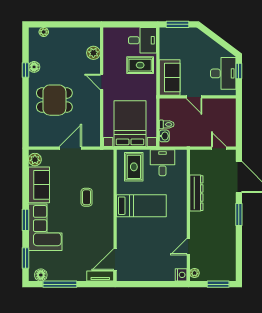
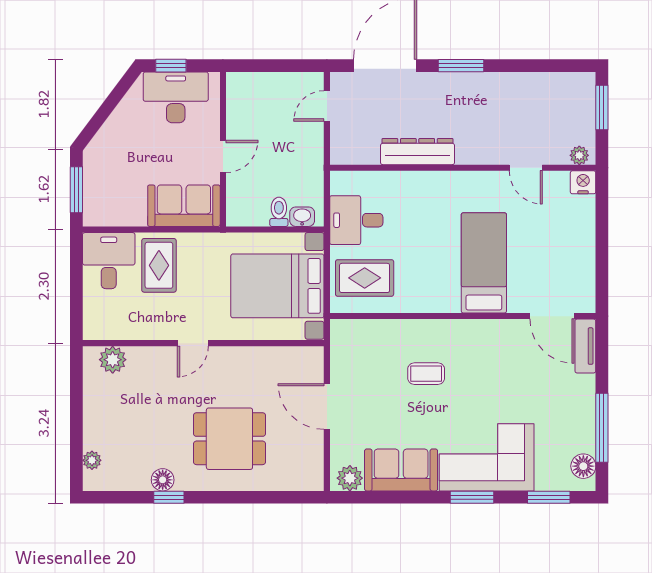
plant: (93, 53) -> (113, 360), moved
dining table: (54, 100) -> (229, 439), turned 90
bed: (141, 206) -> (484, 263), moved

